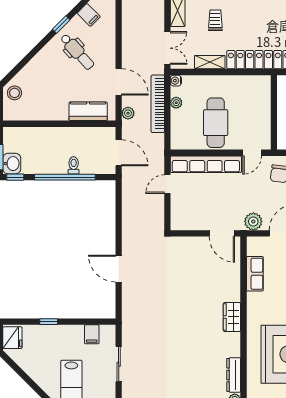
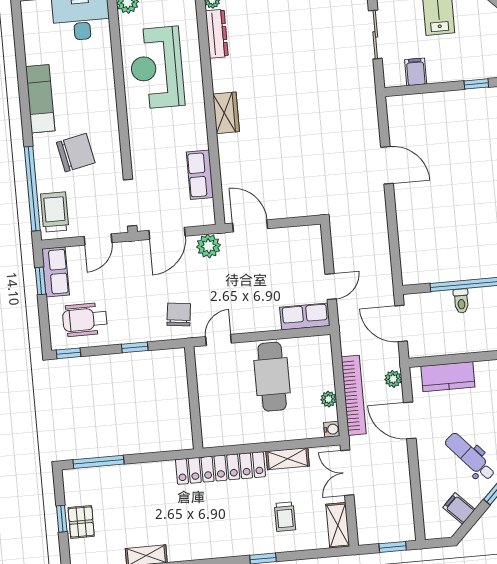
row of seats: (206, 164) -> (305, 316), width x0.50

